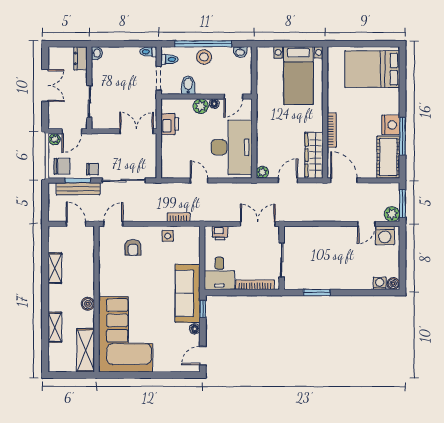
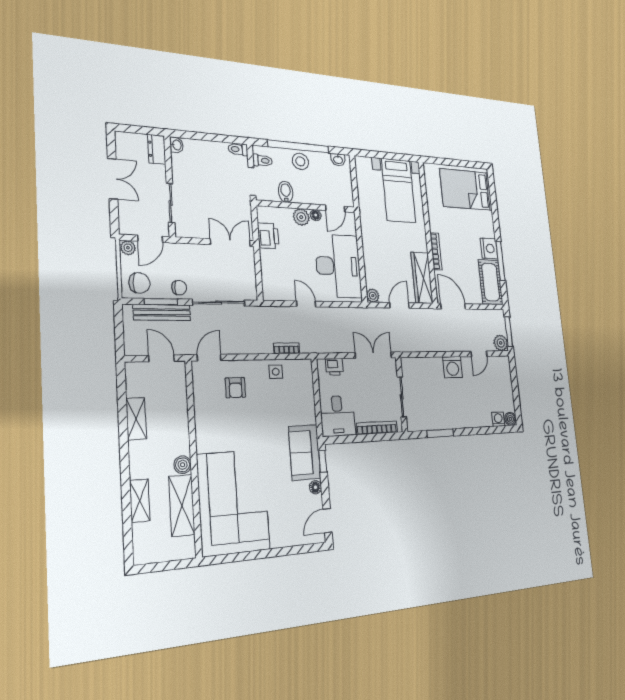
washing machine: (385, 235) -> (453, 367), moved
sofa: (188, 293) -> (305, 452), width x0.73
shelving: (86, 350) -> (182, 505), moved

